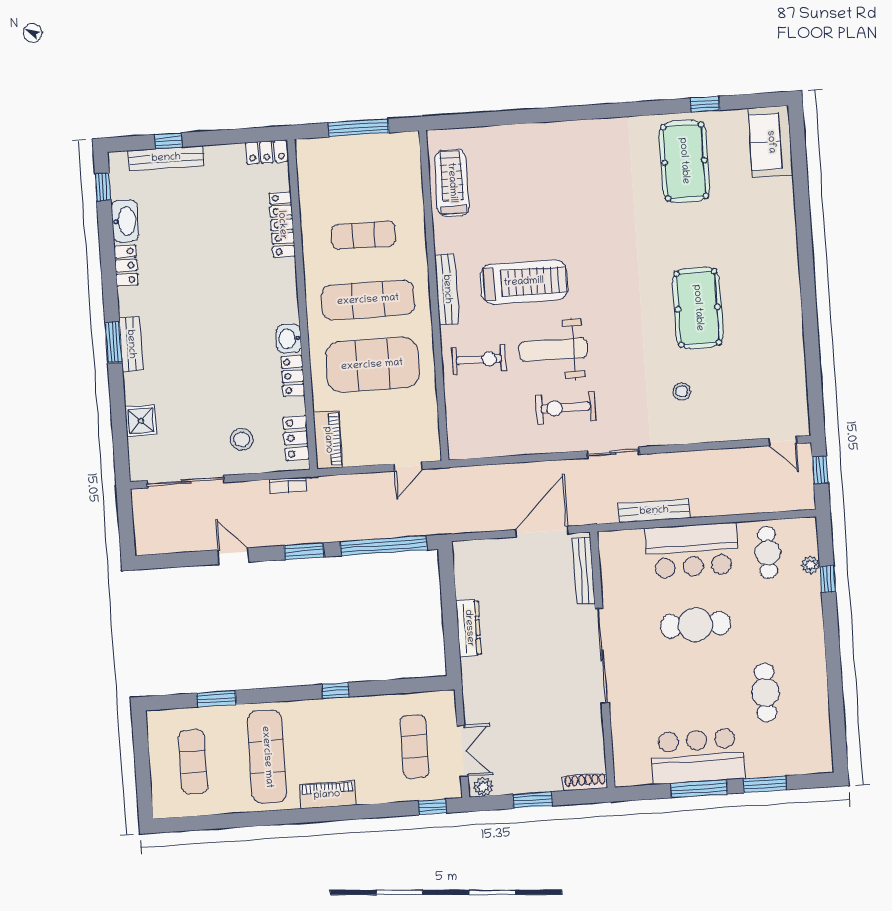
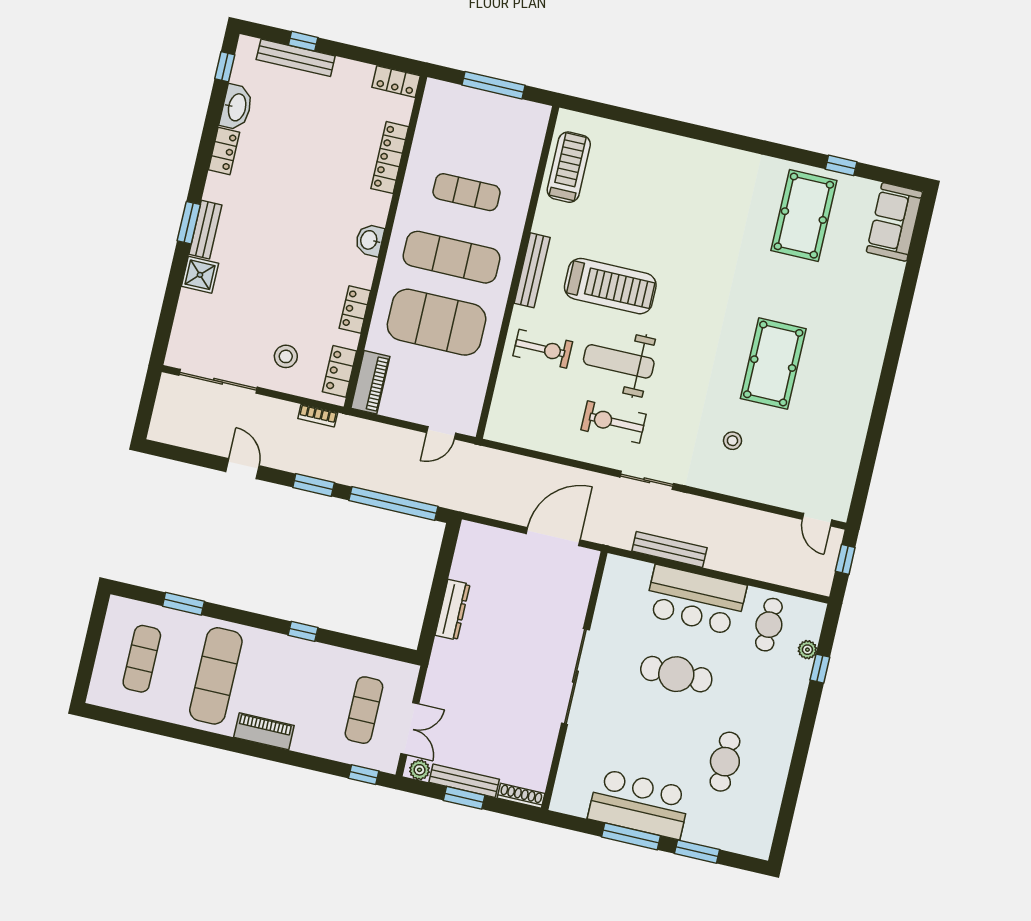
washbasin: (289, 339) -> (369, 240), moved
shower: (141, 421) -> (200, 275), moved
bench: (584, 571) -> (464, 781), moved, turned 90

